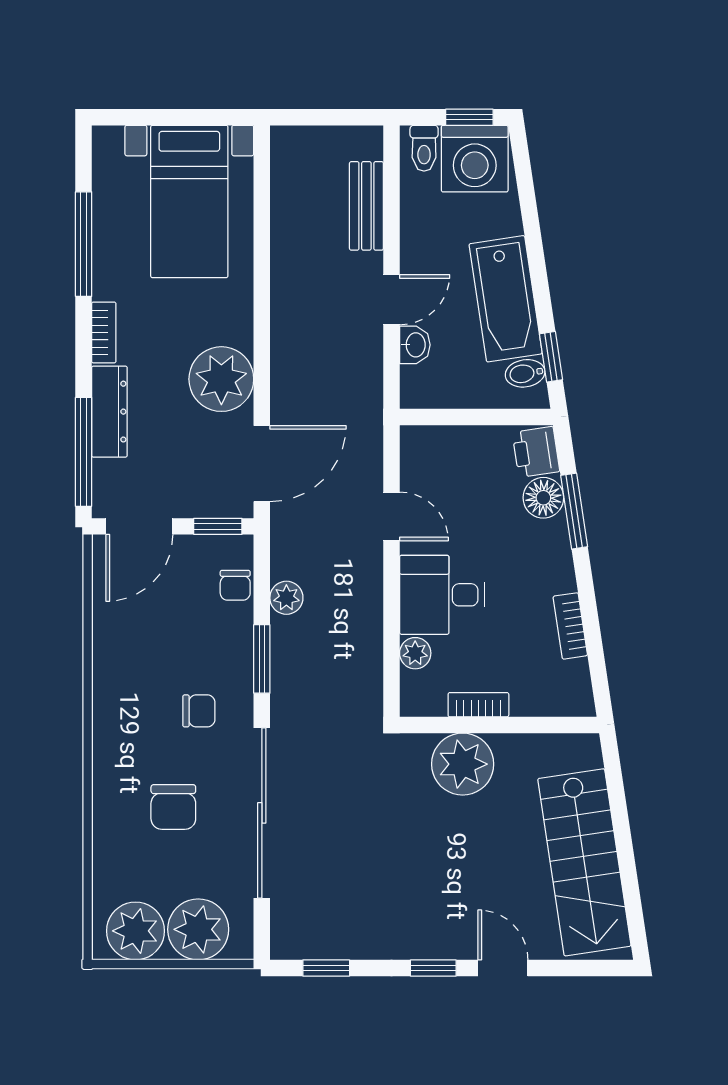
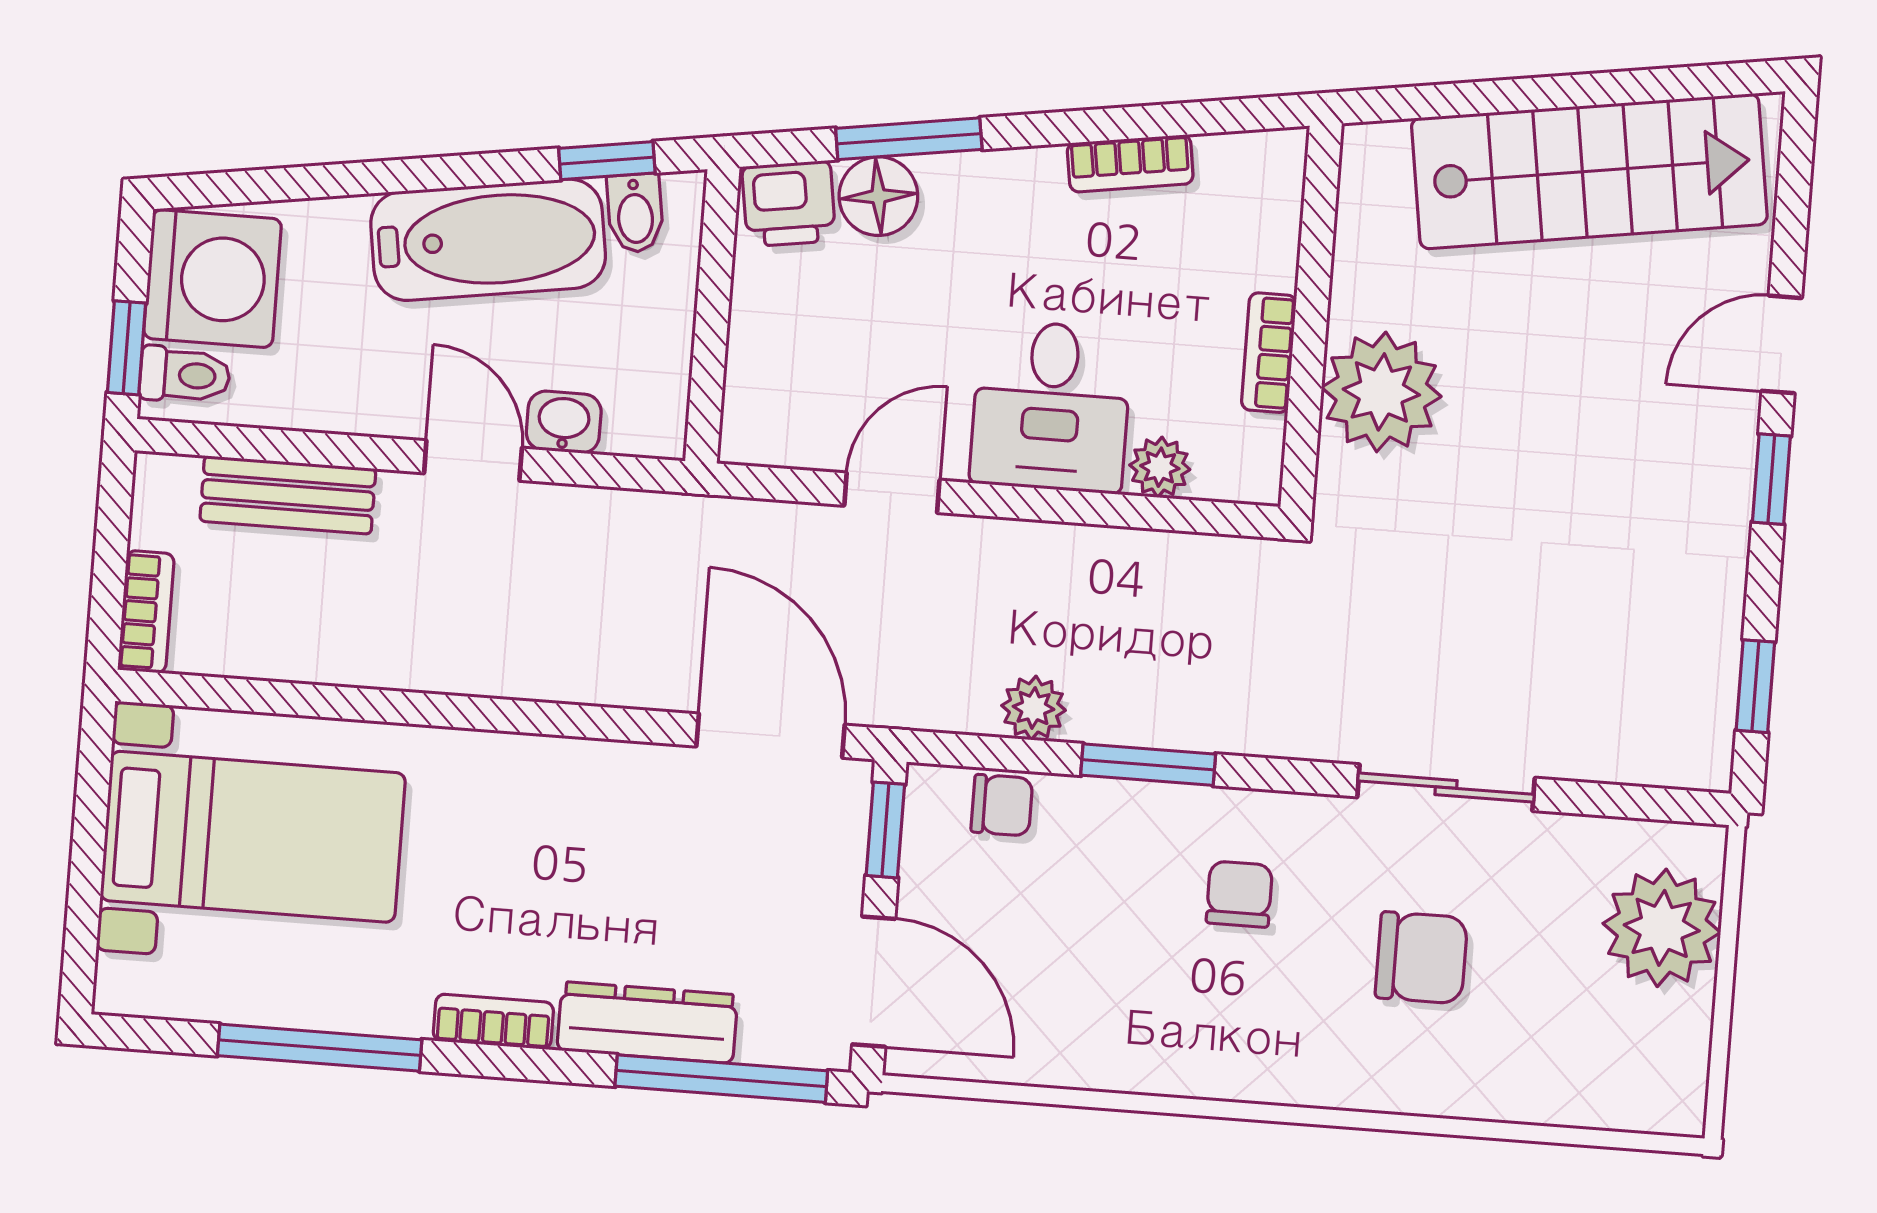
window: (469, 117) -> (127, 348), moved
bookcase: (301, 138) -> (146, 612), added
plant: (221, 379) -> (601, 801), removed
sliding door: (262, 813) -> (1446, 788), width x0.54
plant: (136, 931) -> (1655, 1049), removed

